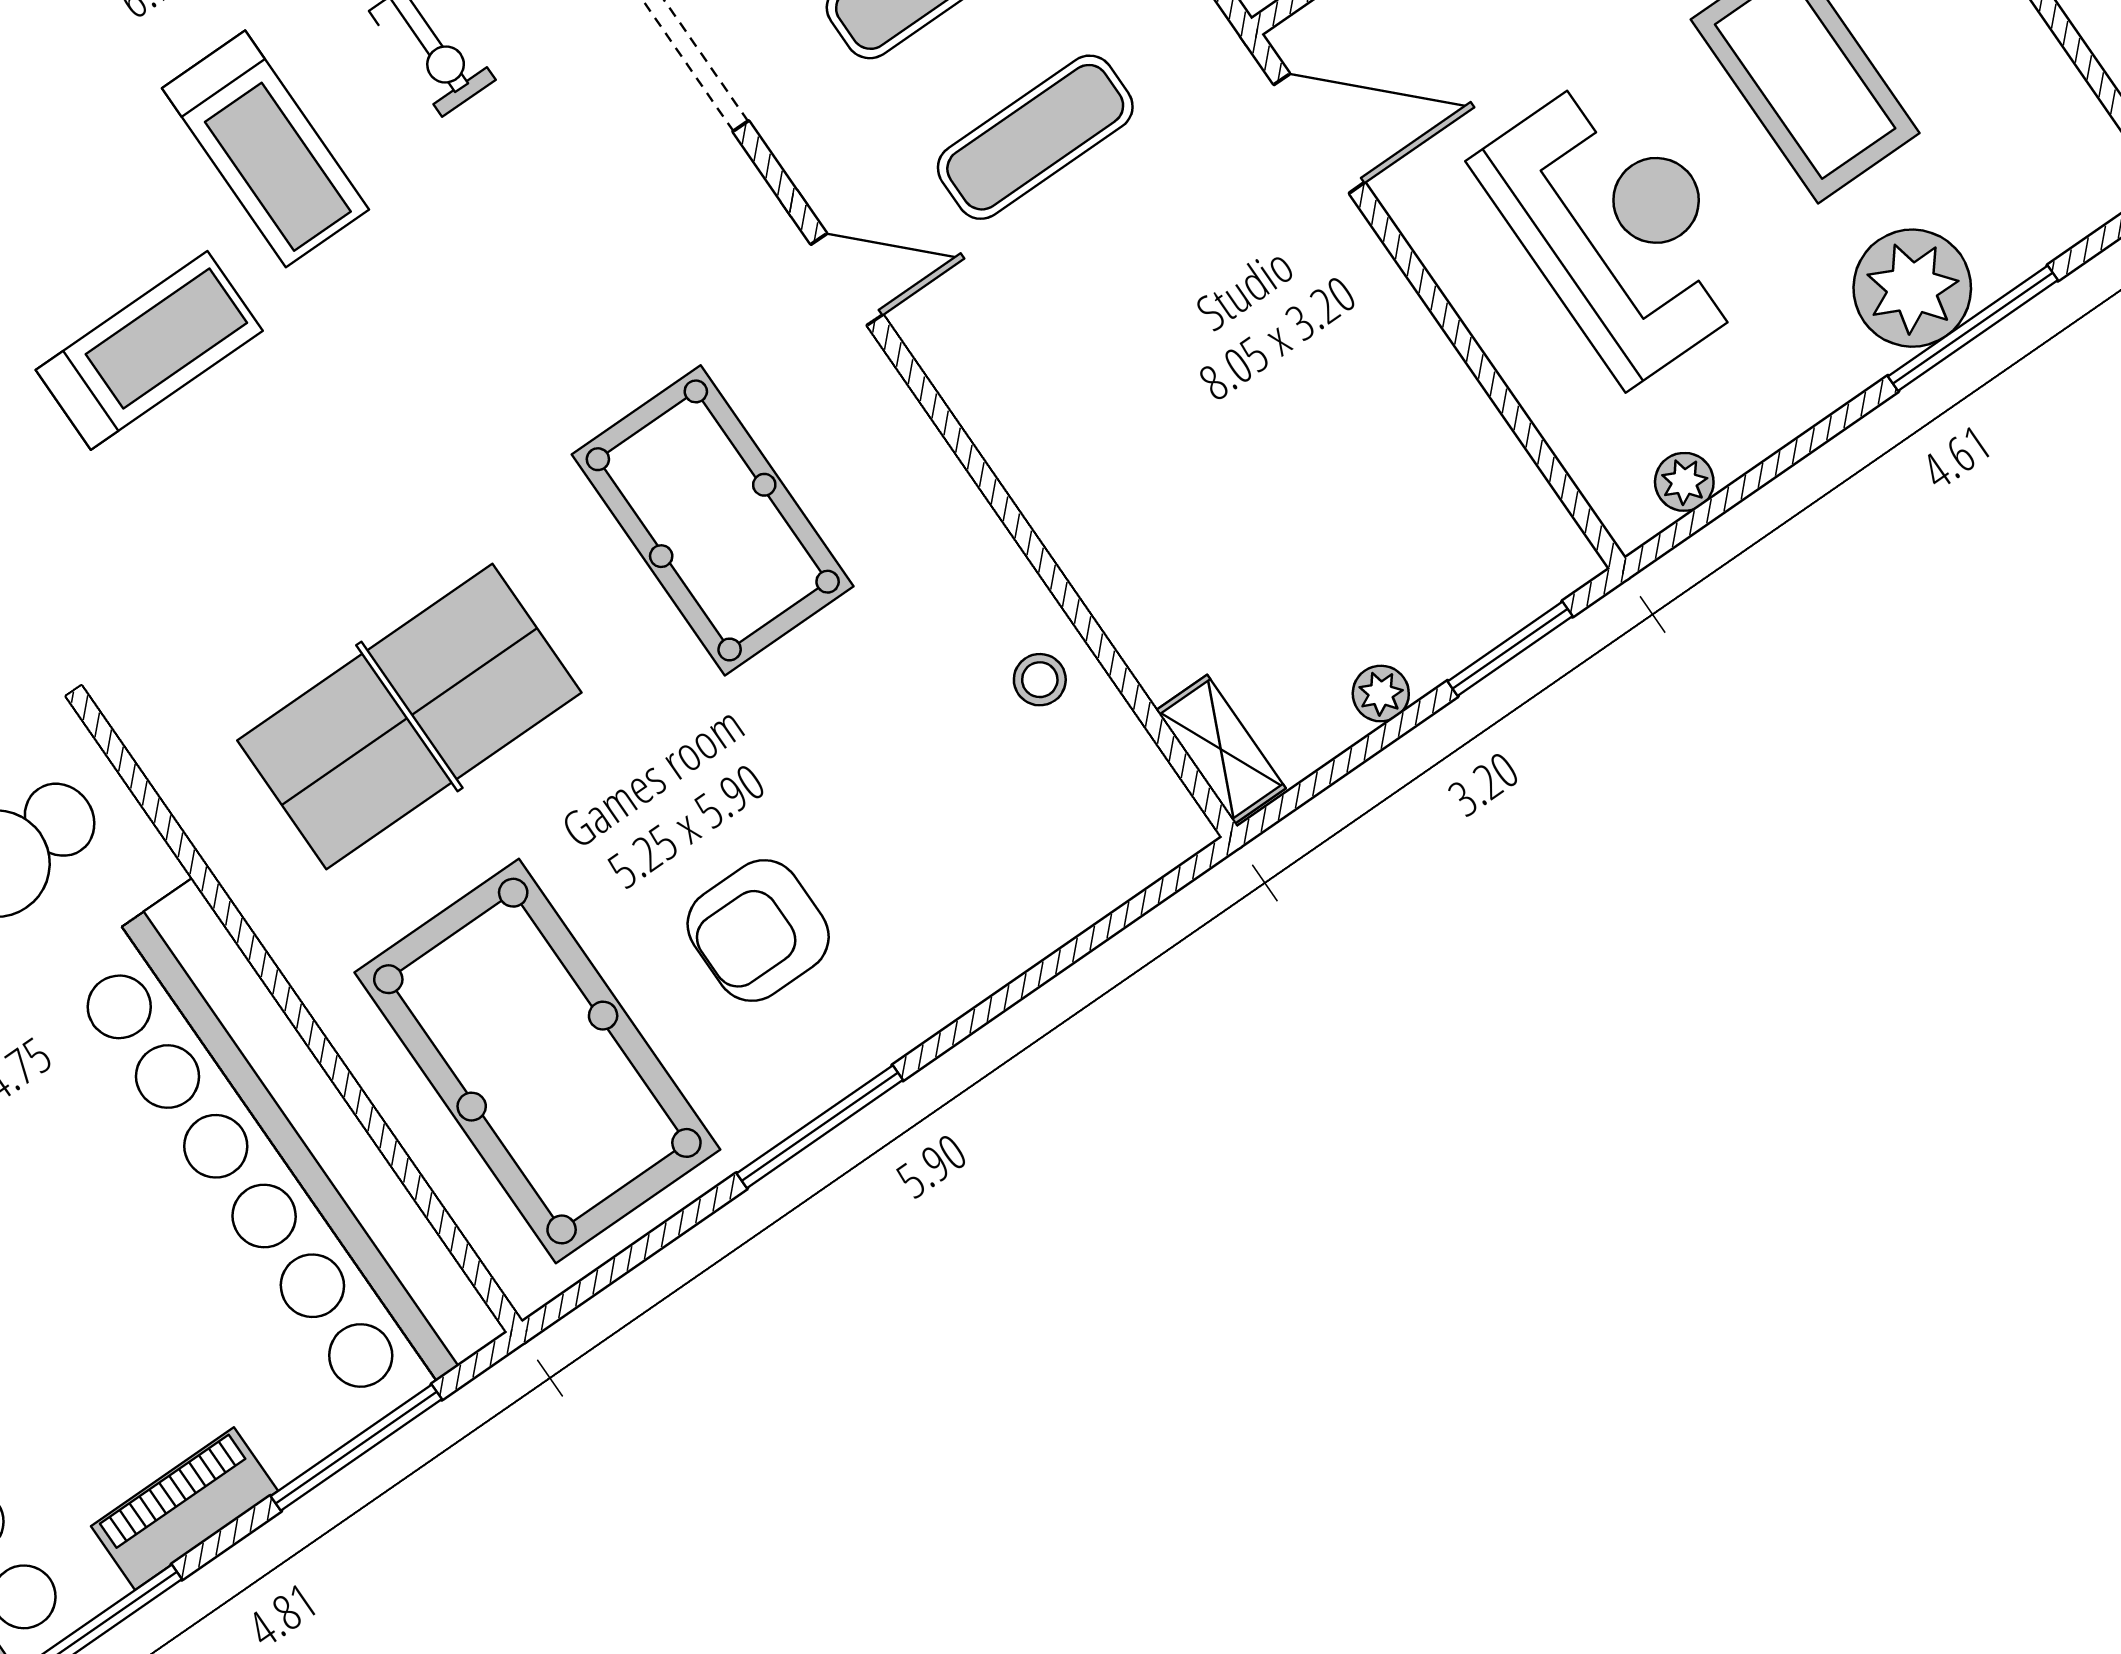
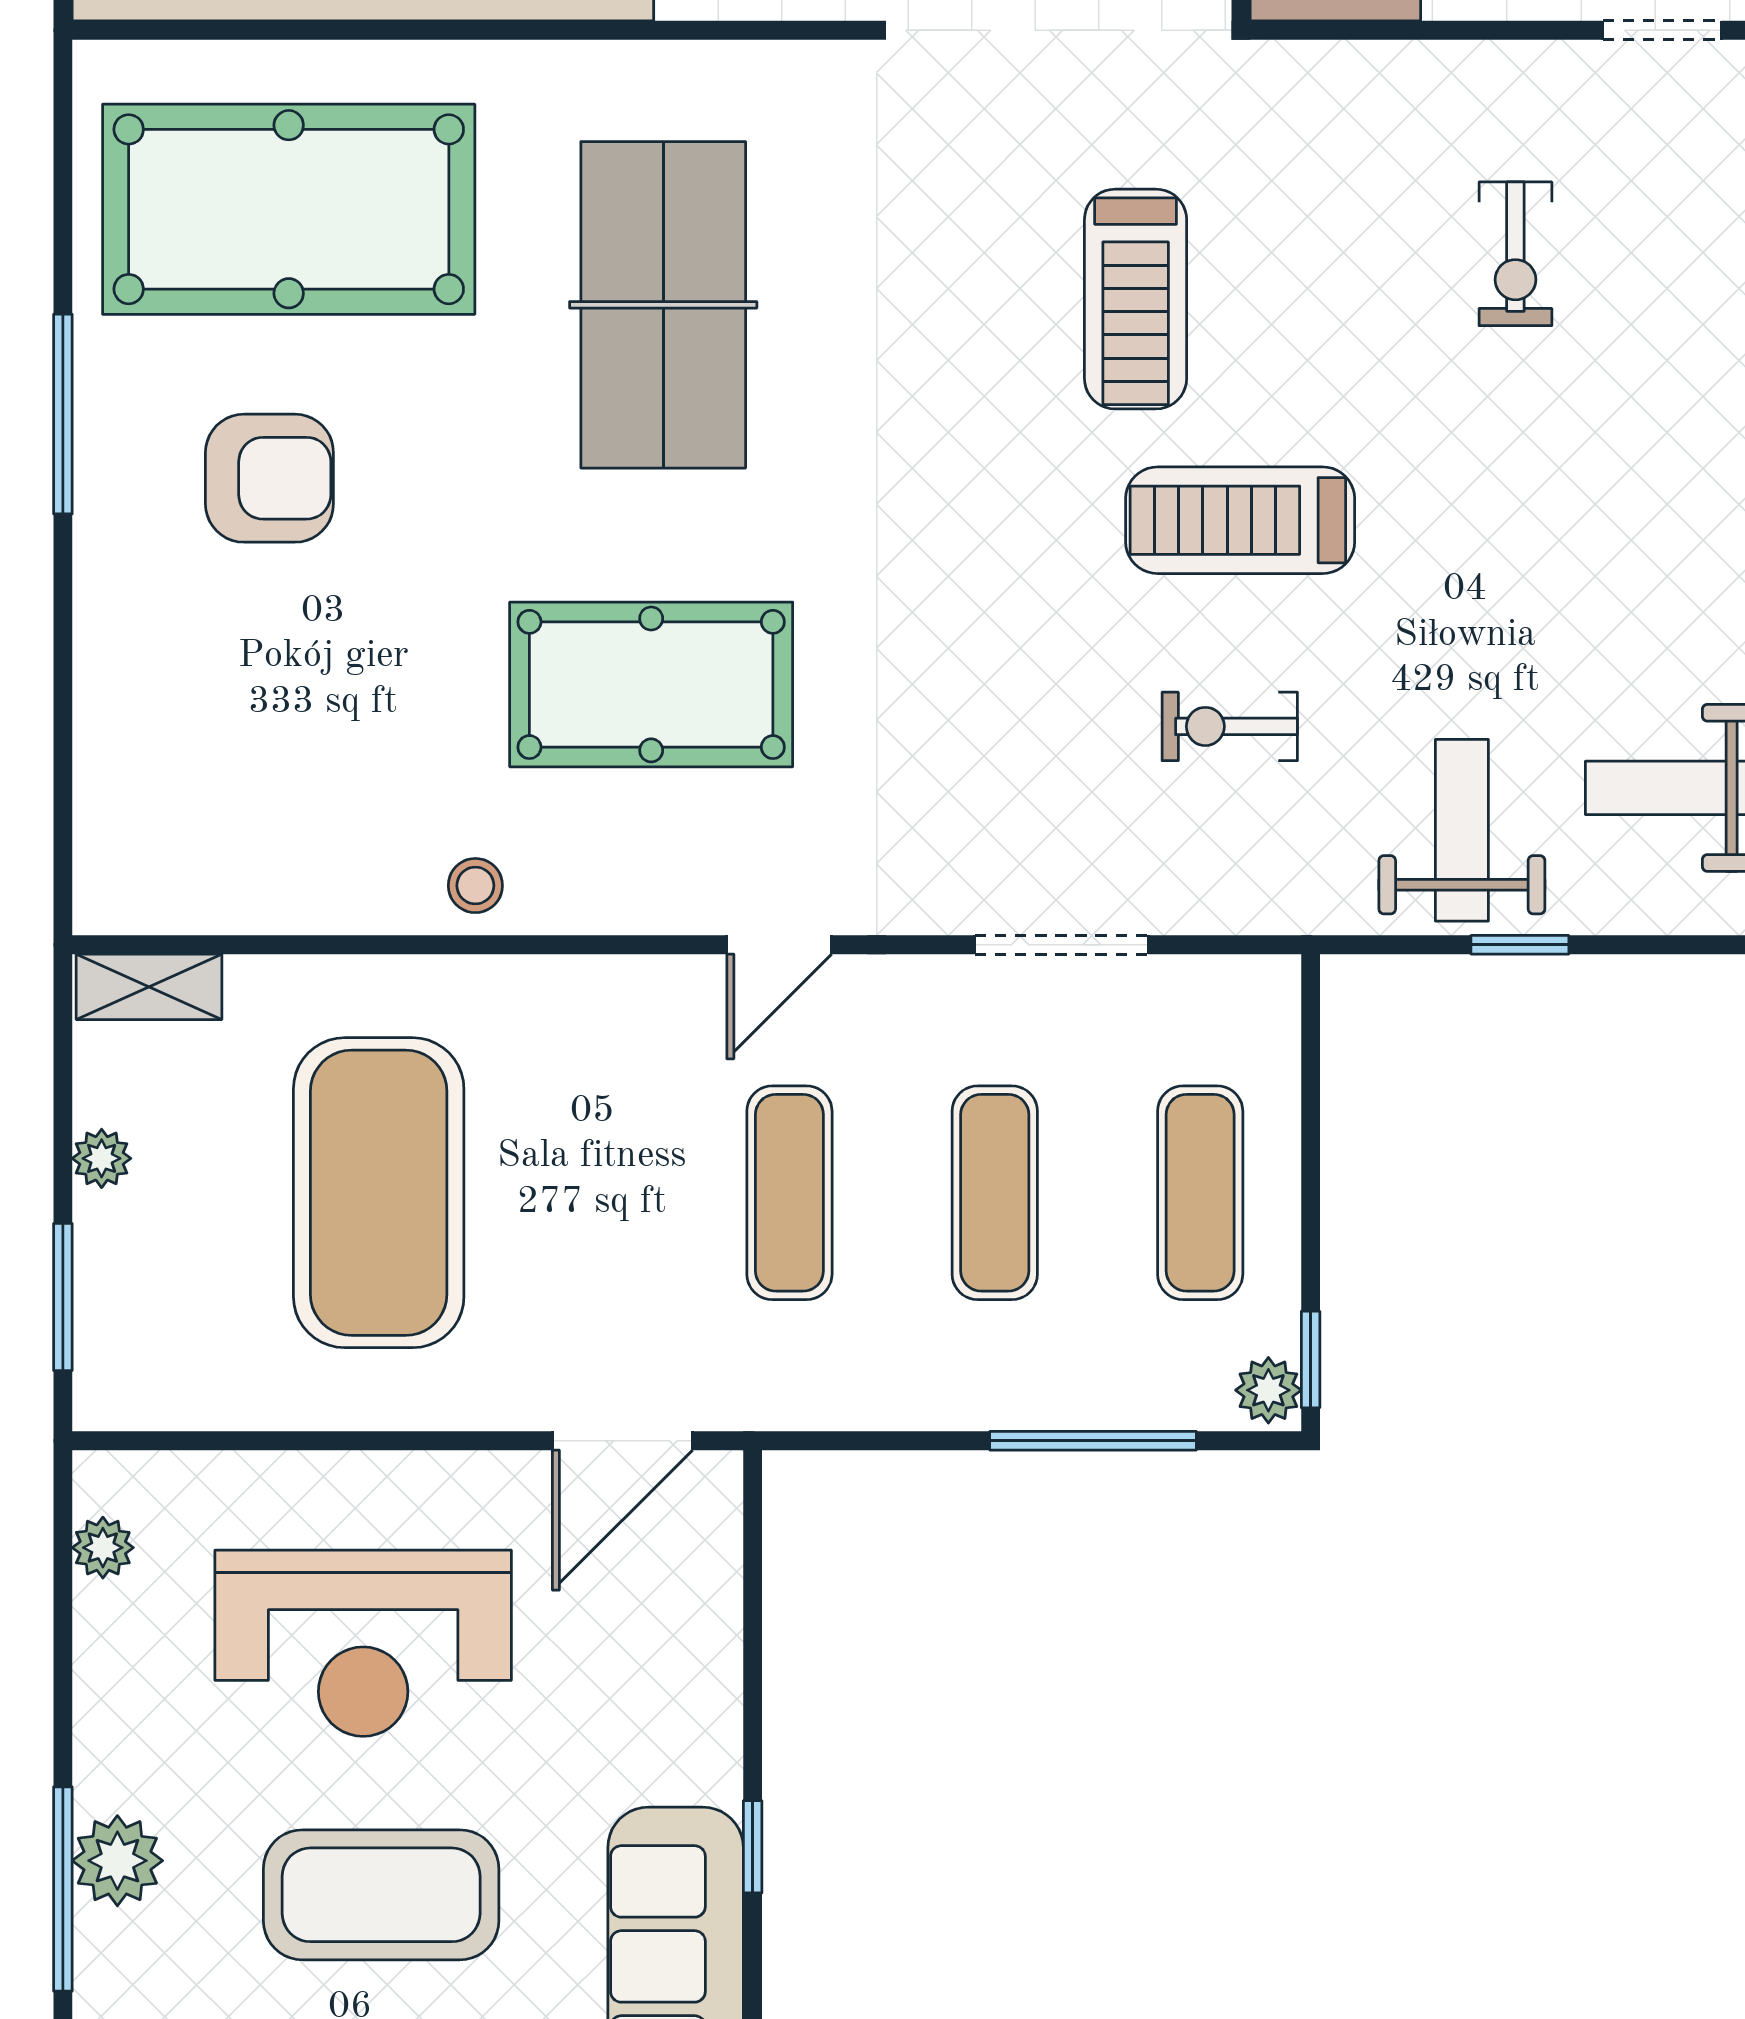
plant: (1912, 288) -> (117, 1861), width x0.73, depth x0.73
exercise mat: (1258, 458) -> (379, 1193), added
stool: (1040, 680) -> (475, 886), moved
armchair: (758, 930) -> (269, 478), turned 90

